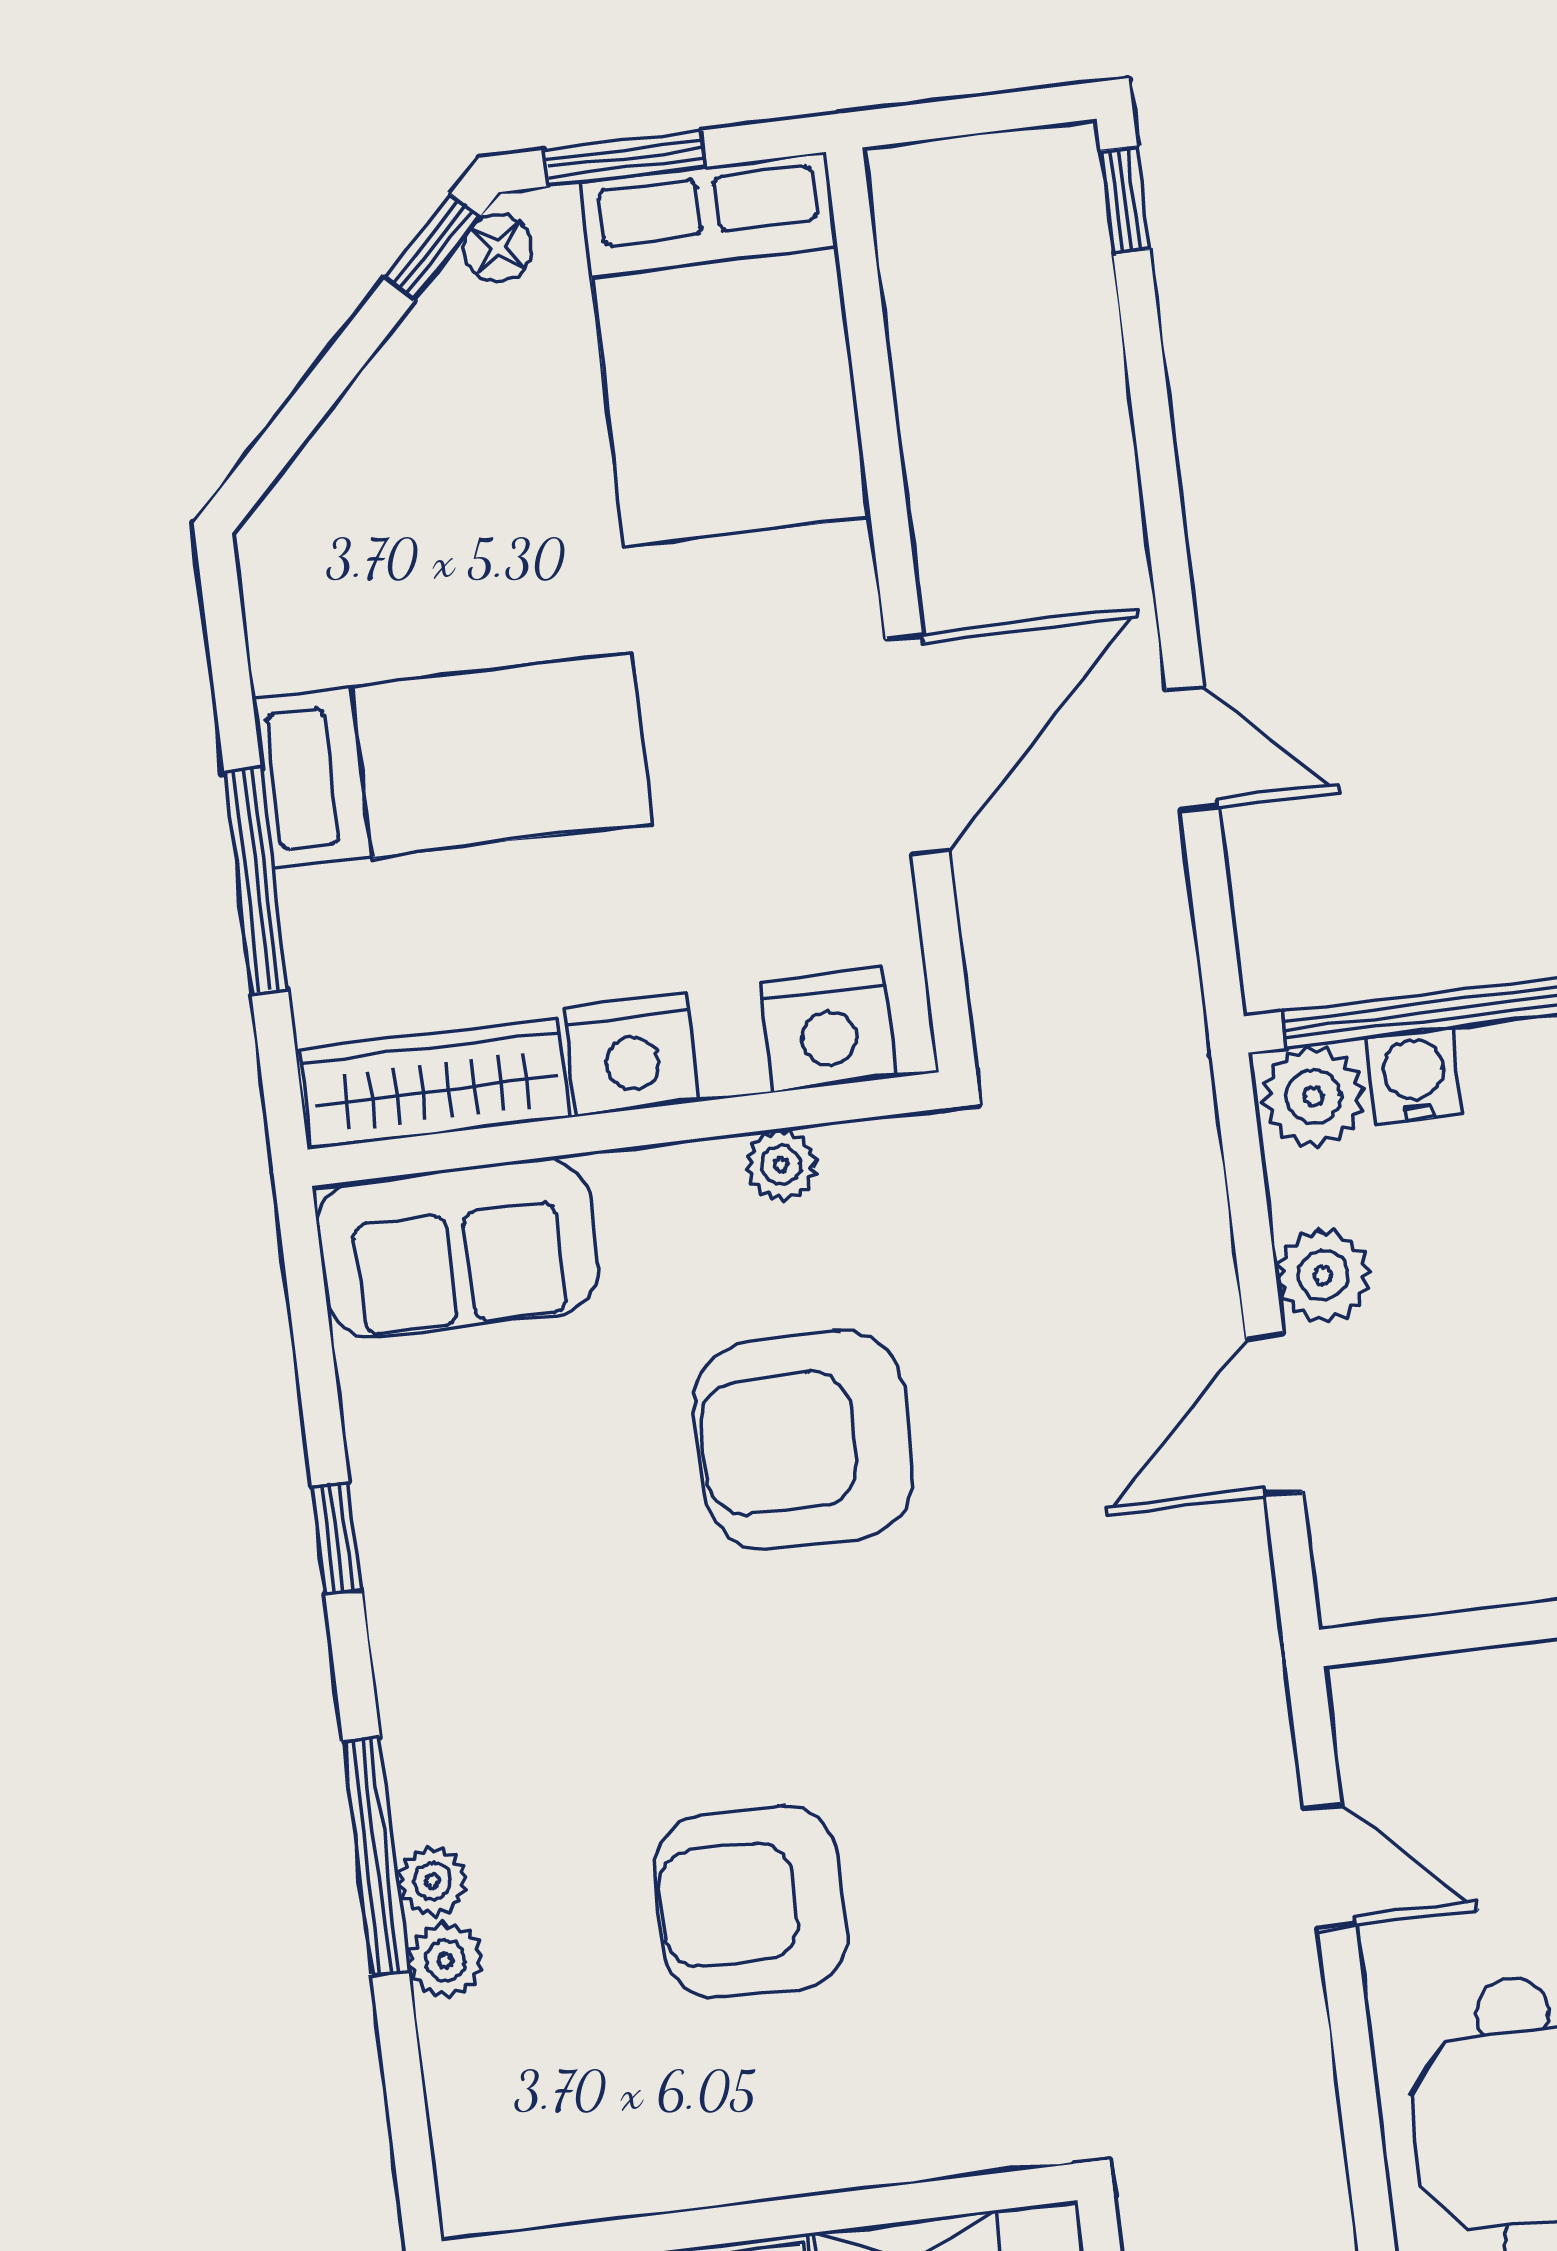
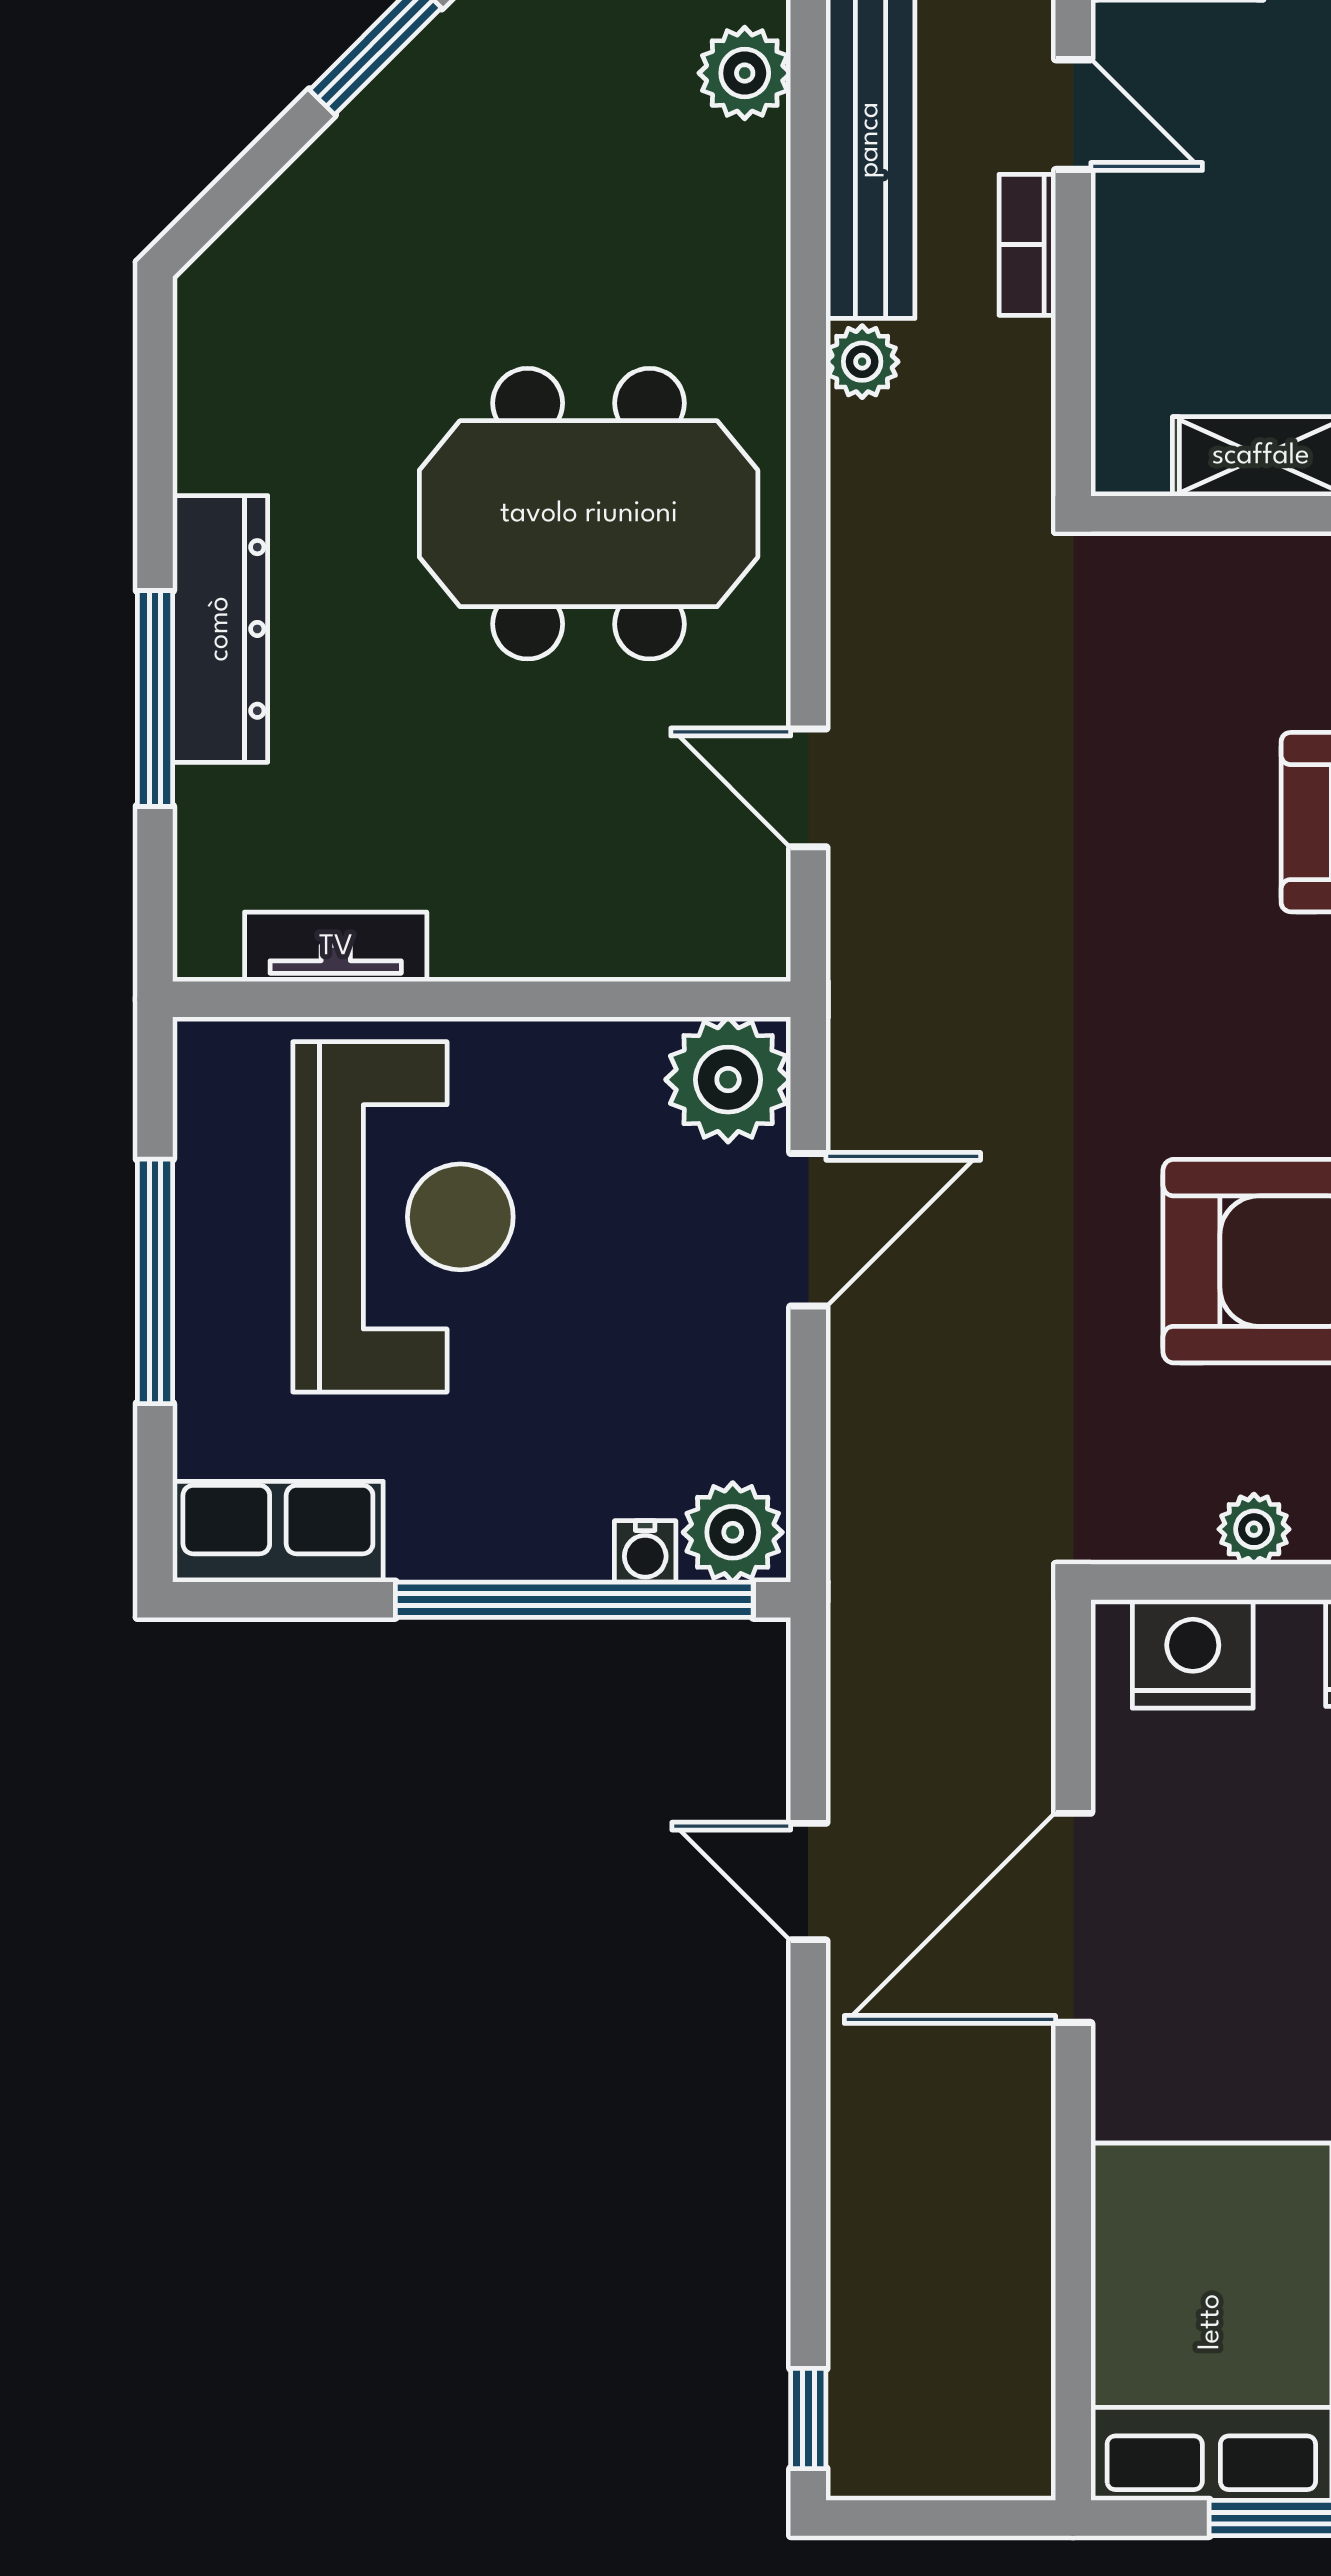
water cooler: (1414, 1076) -> (645, 1551), width x0.72, depth x0.72
plant: (1323, 1275) -> (728, 1080), moved, width x1.36, depth x1.36

